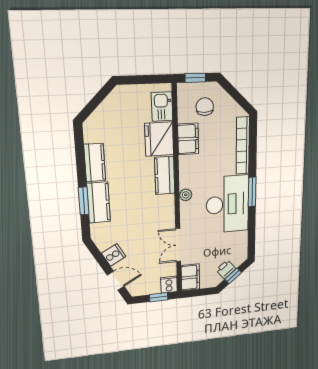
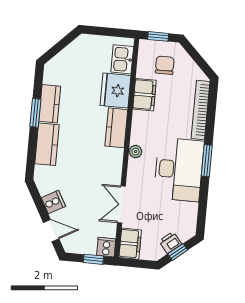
window: (84, 201) -> (35, 113), moved

